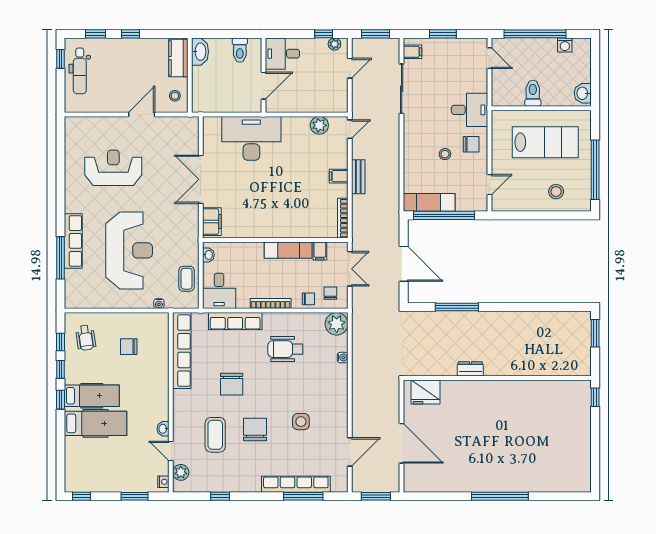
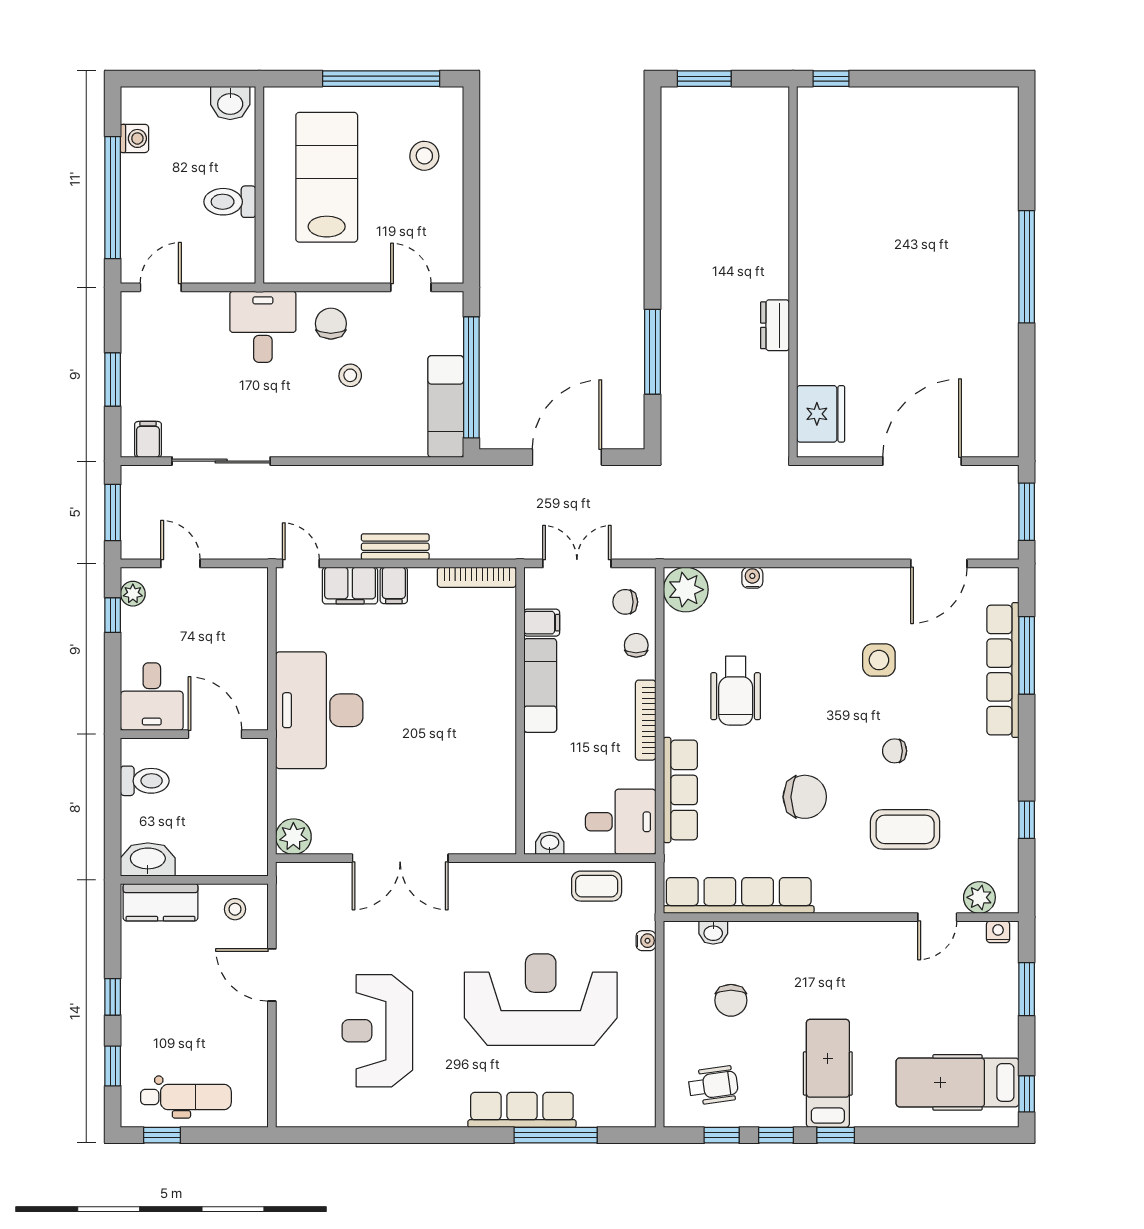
plant: (319, 125) -> (293, 837), moved
desk: (251, 138) -> (319, 710), moved
filing cabinet: (212, 222) -> (350, 586), moved, turned 180
hospital bed: (95, 423) -> (957, 1082), moved, turned -90
washbasin: (163, 429) -> (713, 932), moved
chair: (255, 429) -> (895, 751), width x0.54, depth x0.54
door: (350, 452) -> (939, 563), swing flipped

